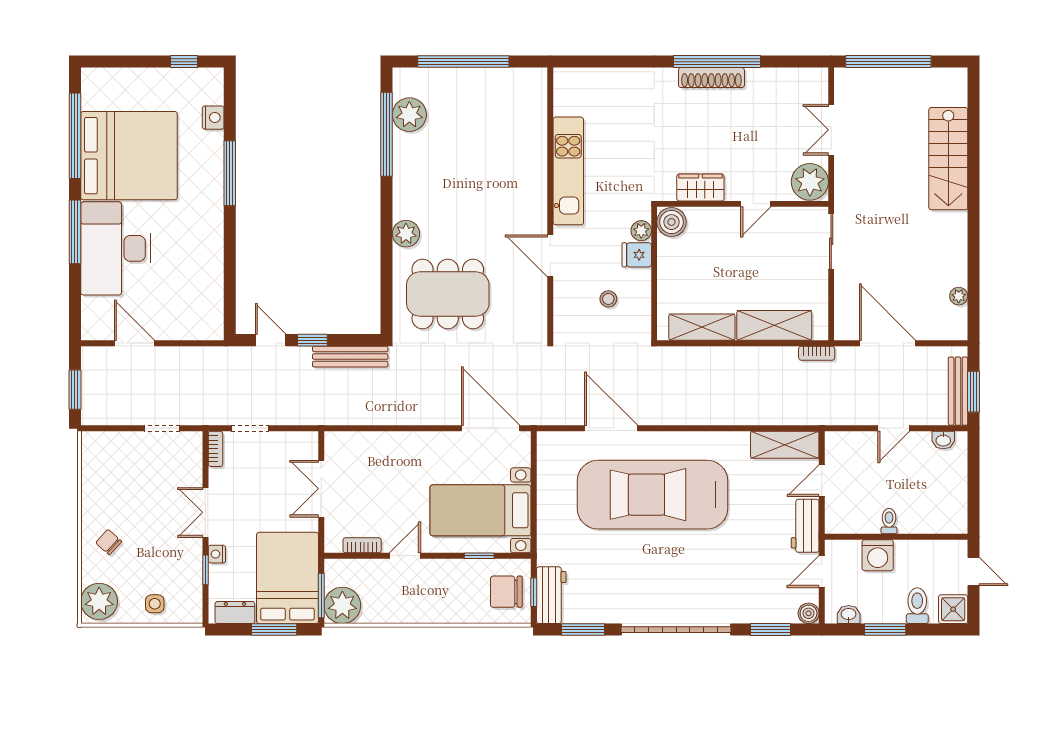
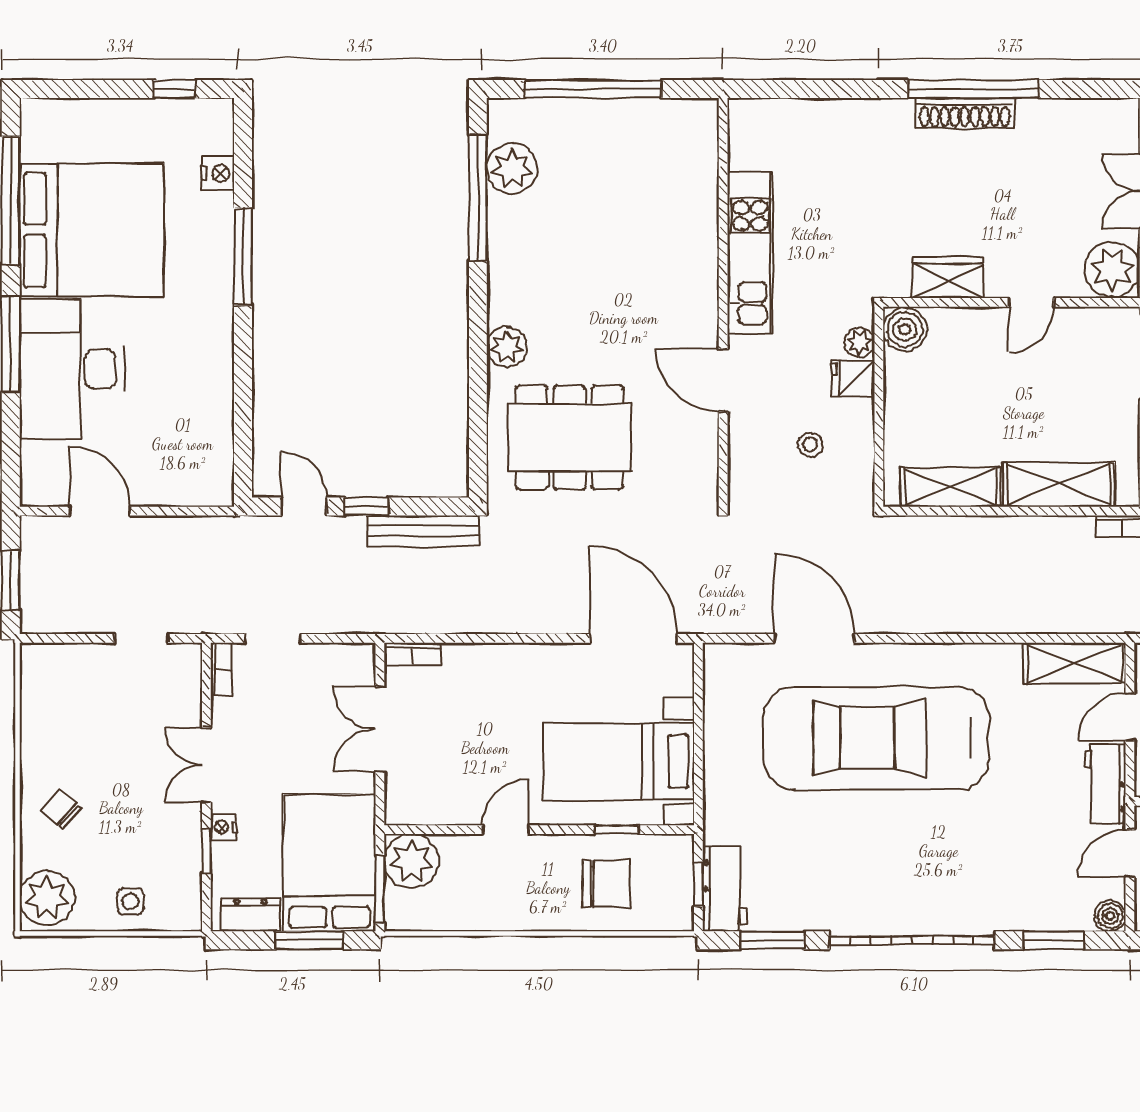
bookcase: (362, 545) -> (413, 654), moved, turned 180
chair: (506, 592) -> (606, 884), moved, turned 180
plant: (342, 605) -> (411, 861), moved

